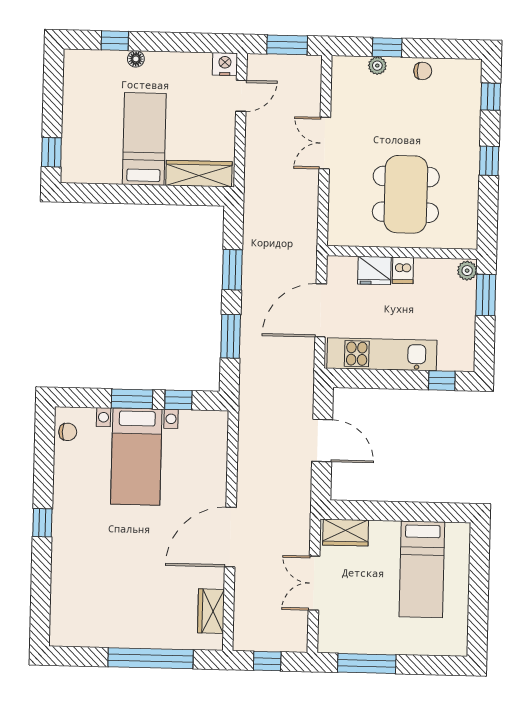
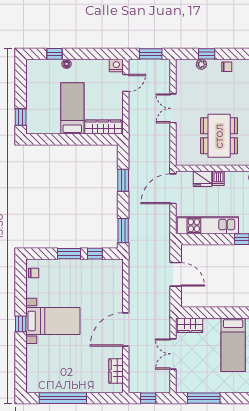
door: (321, 310) -> (173, 189), moved
window: (231, 336) -> (123, 231), moved
bed with nightstands: (136, 457) -> (53, 321), moved, turned -90
window: (151, 658) -> (63, 398), moved

